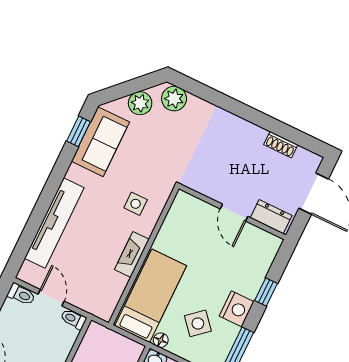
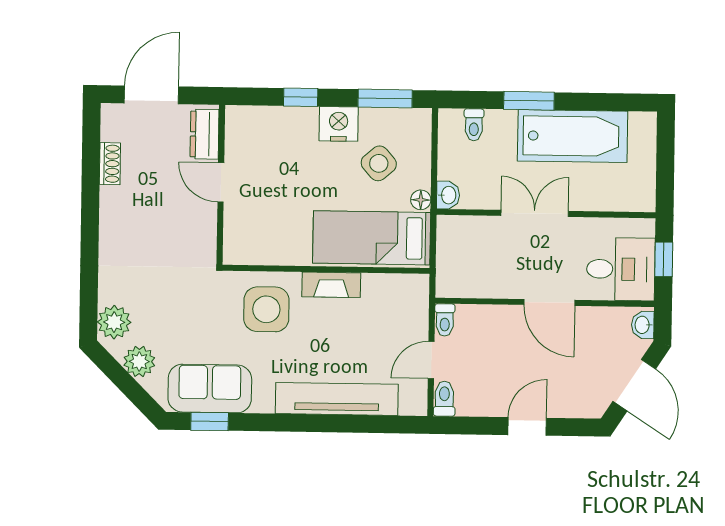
side table: (136, 204) -> (266, 309), width x1.87, depth x1.87
door: (234, 213) -> (221, 182), swing flipped

